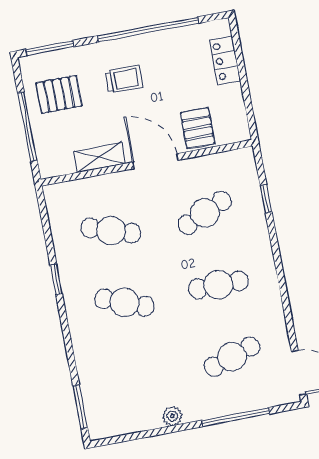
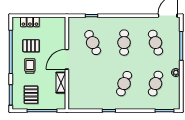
pallet: (198, 128) -> (31, 46), moved
cafe table: (111, 231) -> (156, 84), moved

